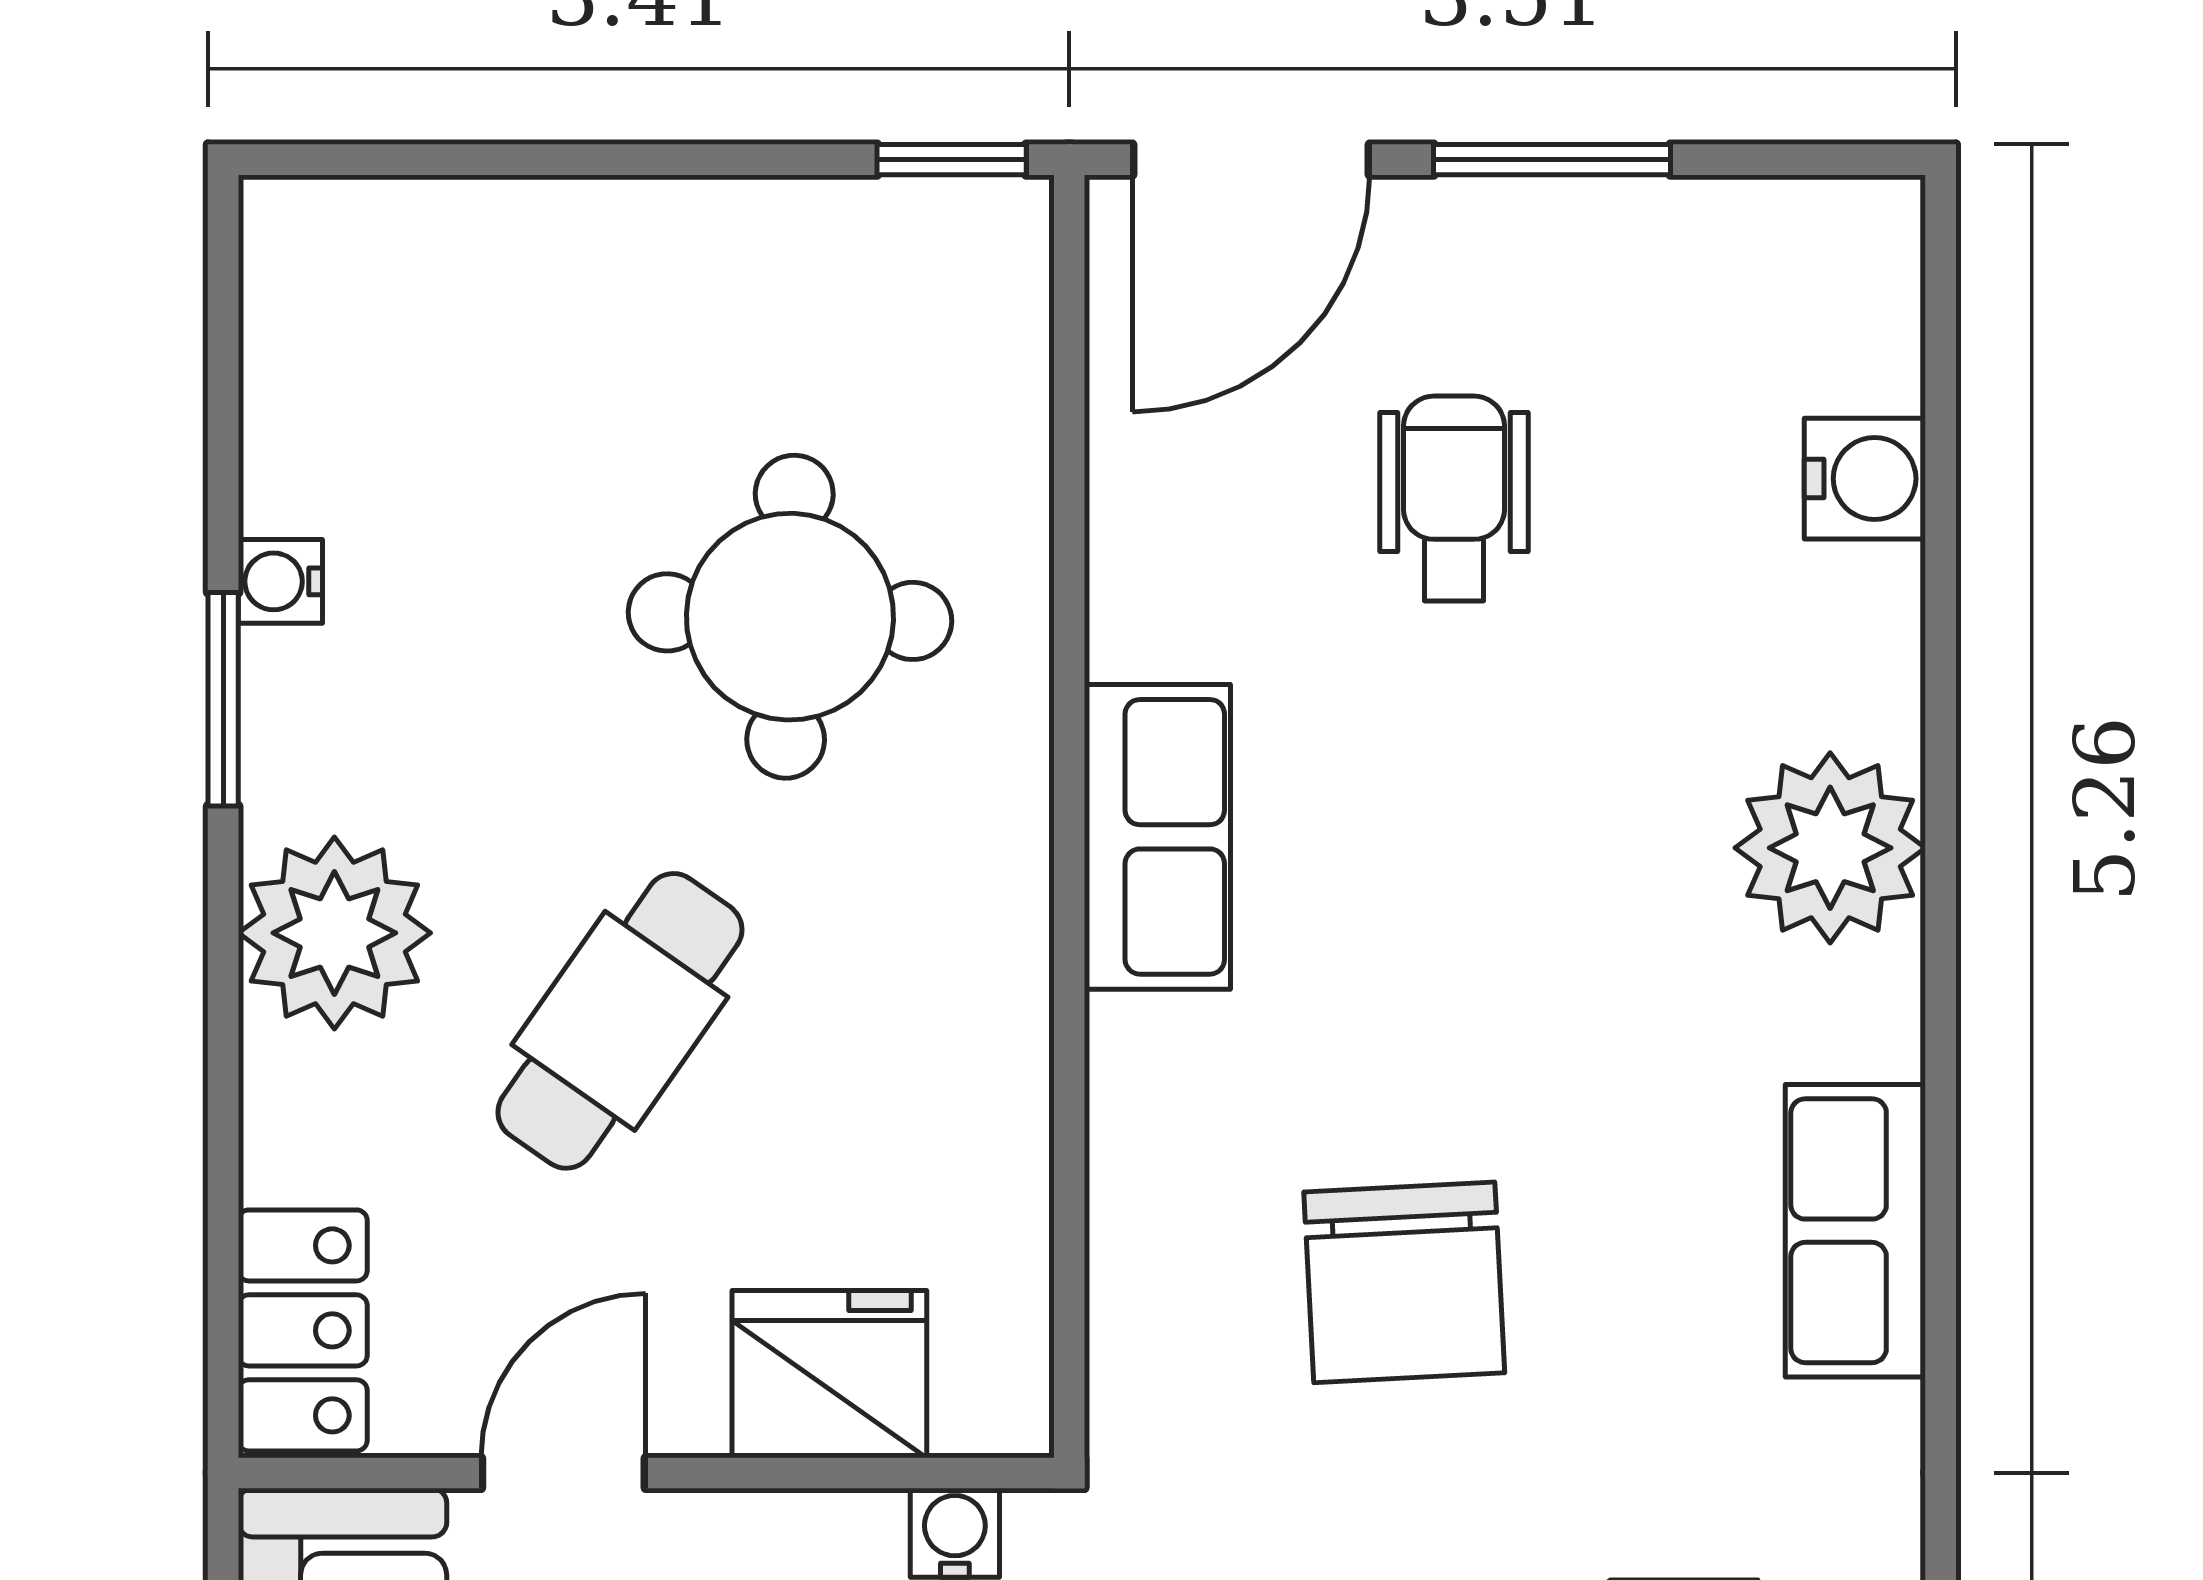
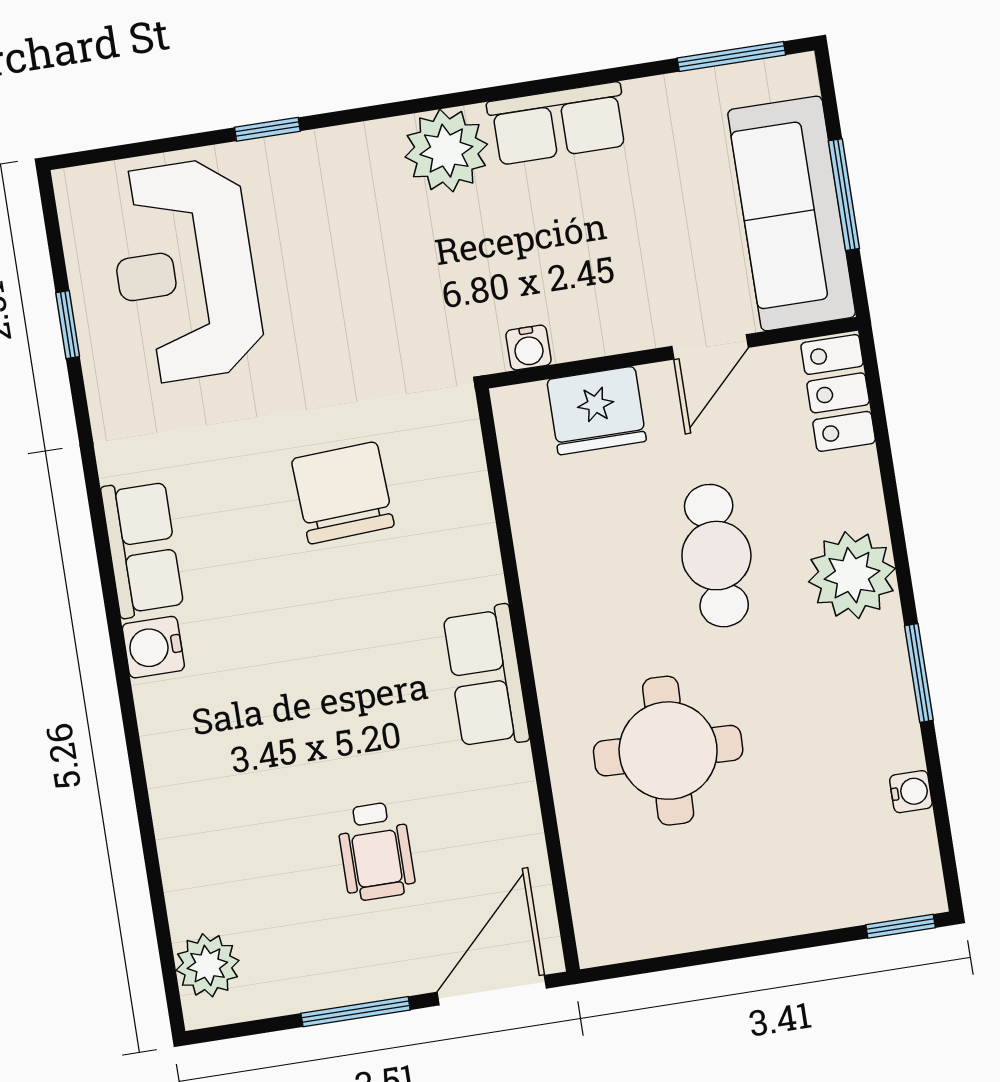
window: (952, 160) -> (901, 926), moved
water cooler: (1865, 479) -> (153, 647), moved
water cooler: (280, 581) -> (911, 792), moved
plant: (1830, 848) -> (207, 965), moved, width x0.73, depth x0.73
cafe table: (620, 1021) -> (716, 556), turned -35

